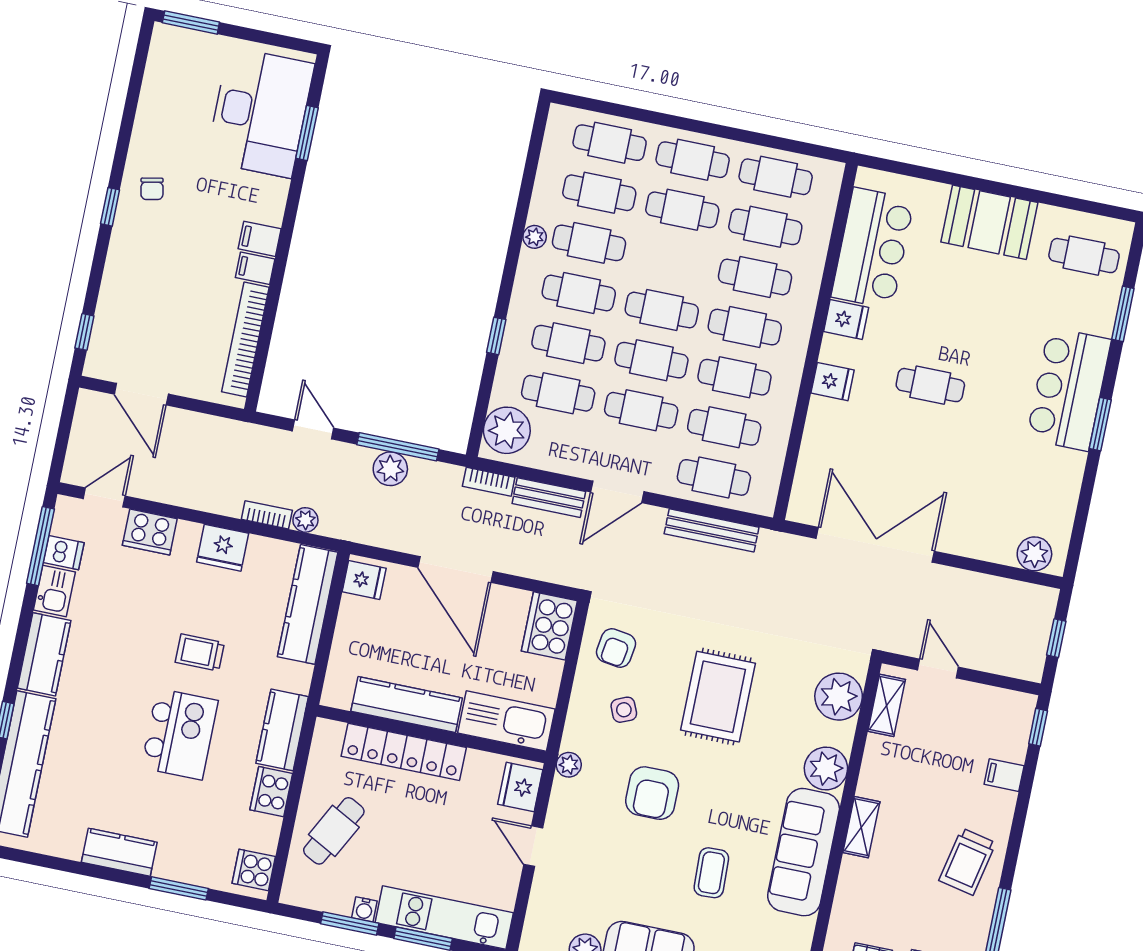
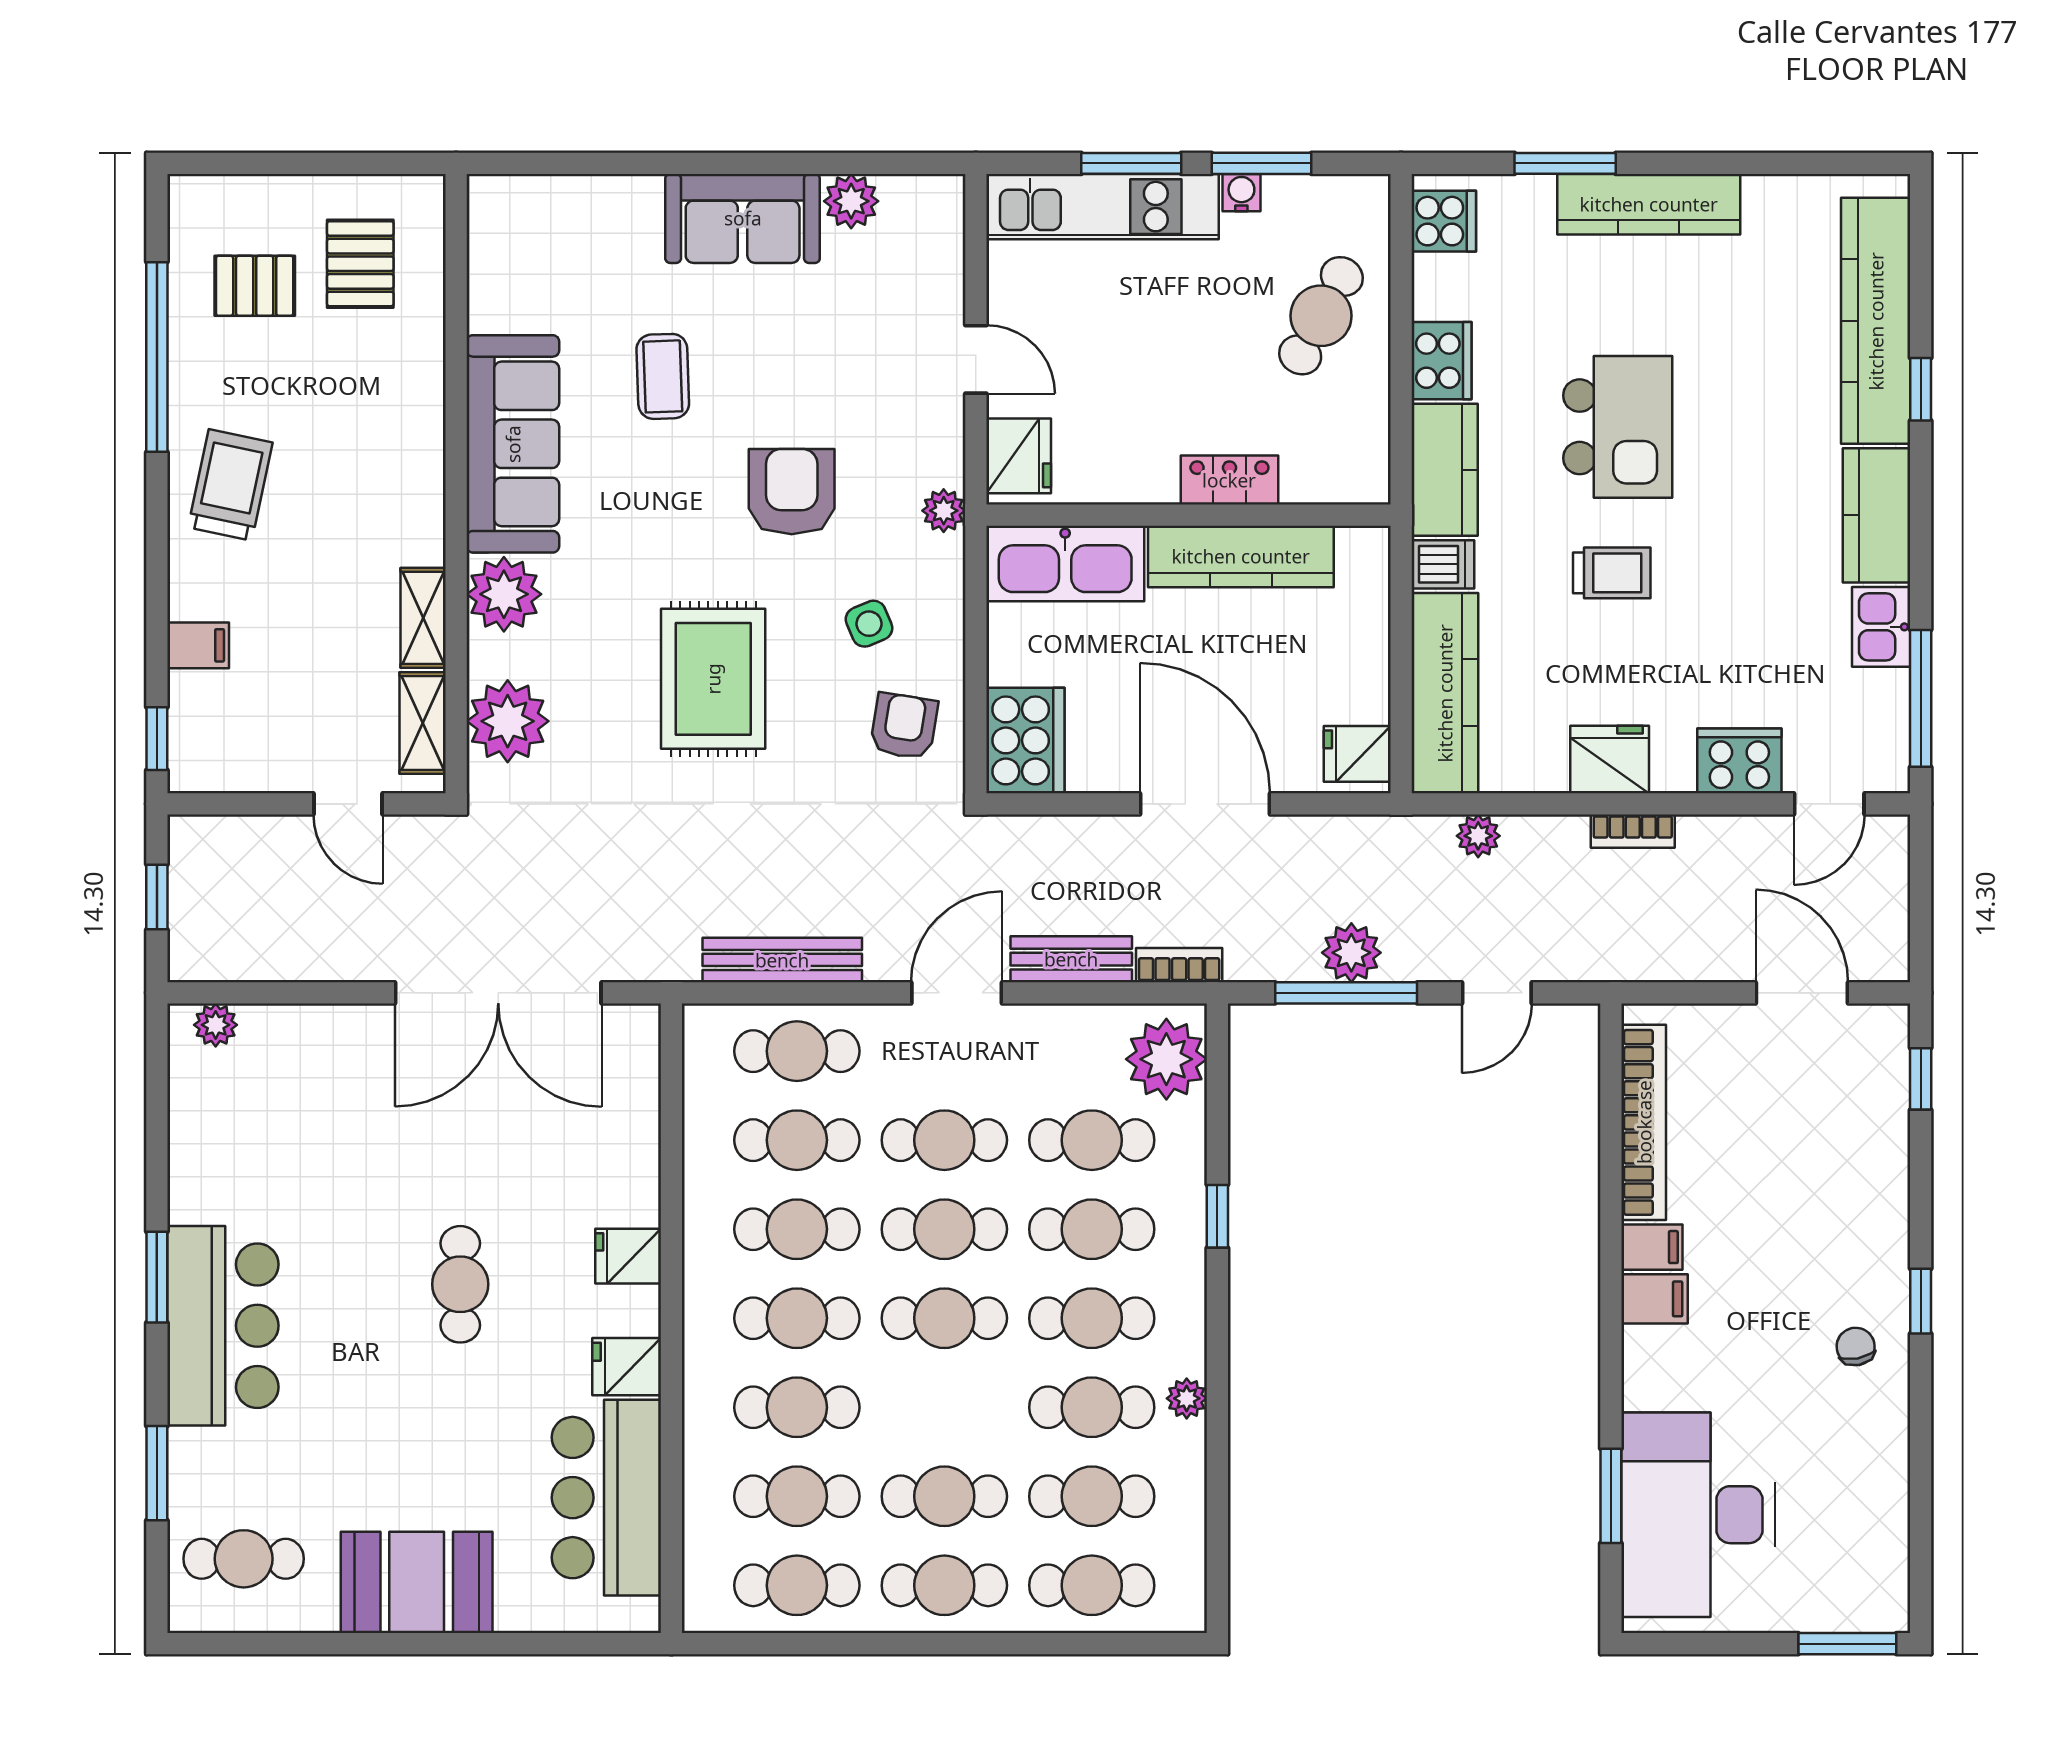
cafe table: (930, 385) -> (460, 1284), turned 90
door: (313, 429) -> (1497, 993), hinge flipped
bookcase: (267, 515) -> (1633, 831), moved
dishwasher: (64, 553) -> (1443, 564), moved, turned 180
plant: (1034, 554) -> (216, 1025), width x0.73, depth x0.73
kitchen island: (180, 734) -> (1618, 427), turned 180
locker: (404, 752) -> (1229, 480), width x0.46, depth x0.83
shelving: (861, 827) -> (423, 618), moved
kitchen counter: (119, 852) -> (1649, 204), width x1.50

